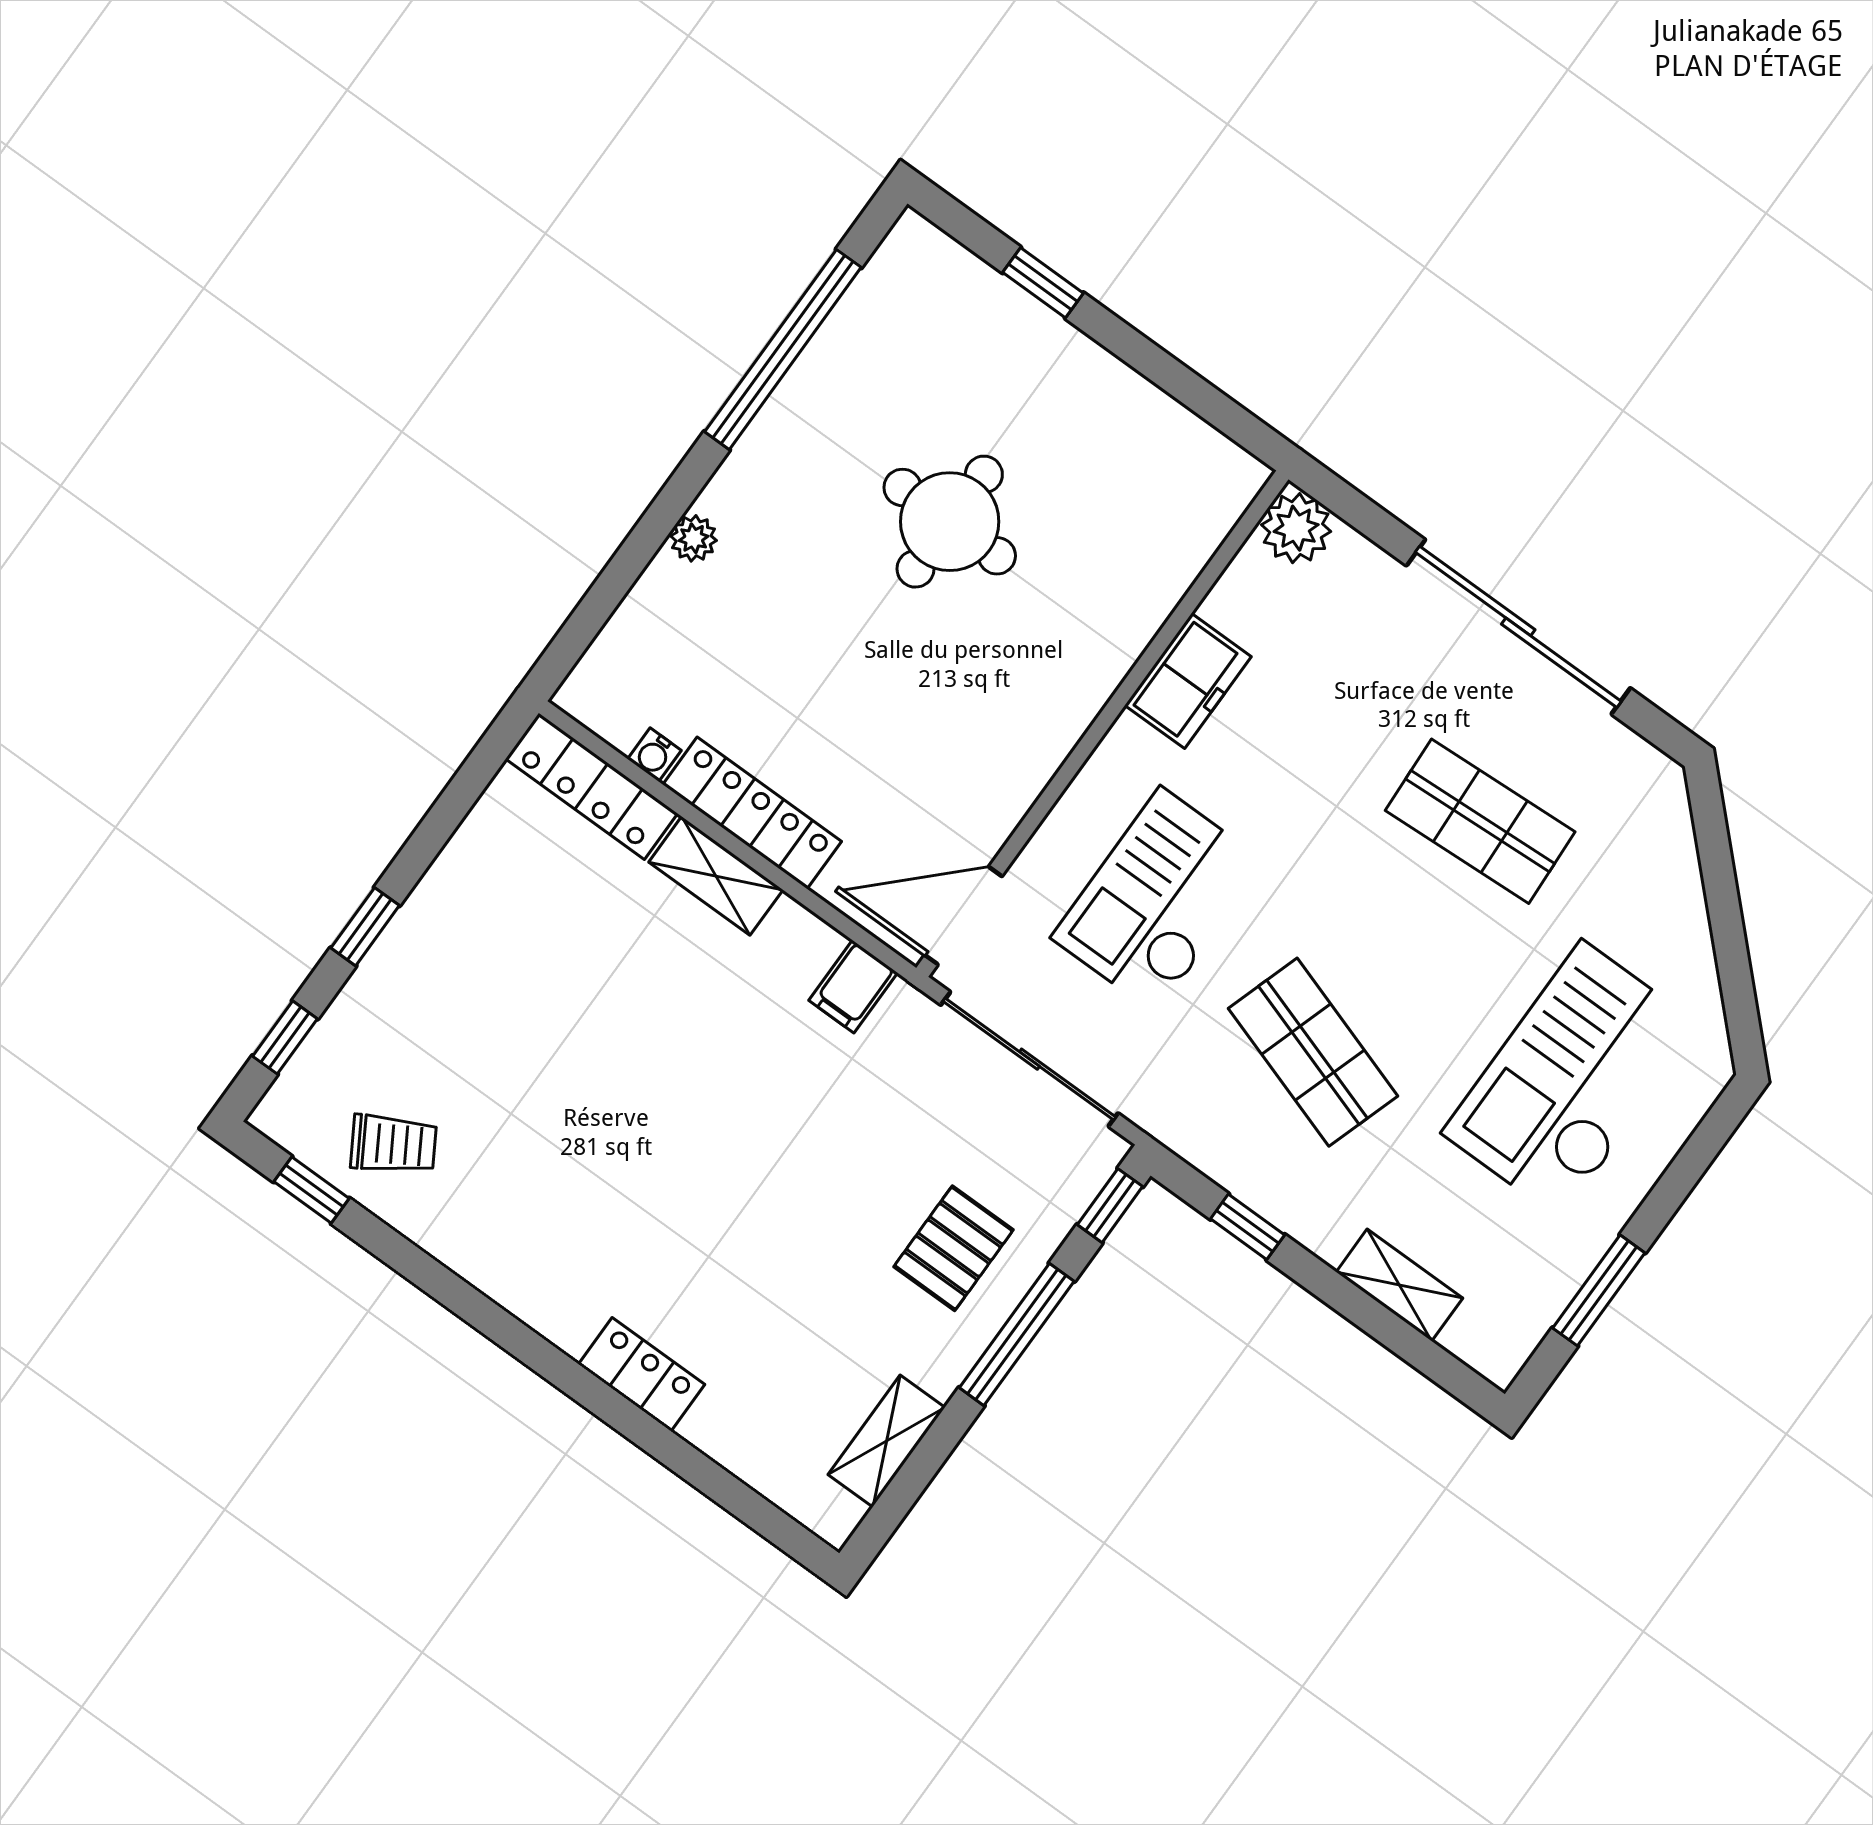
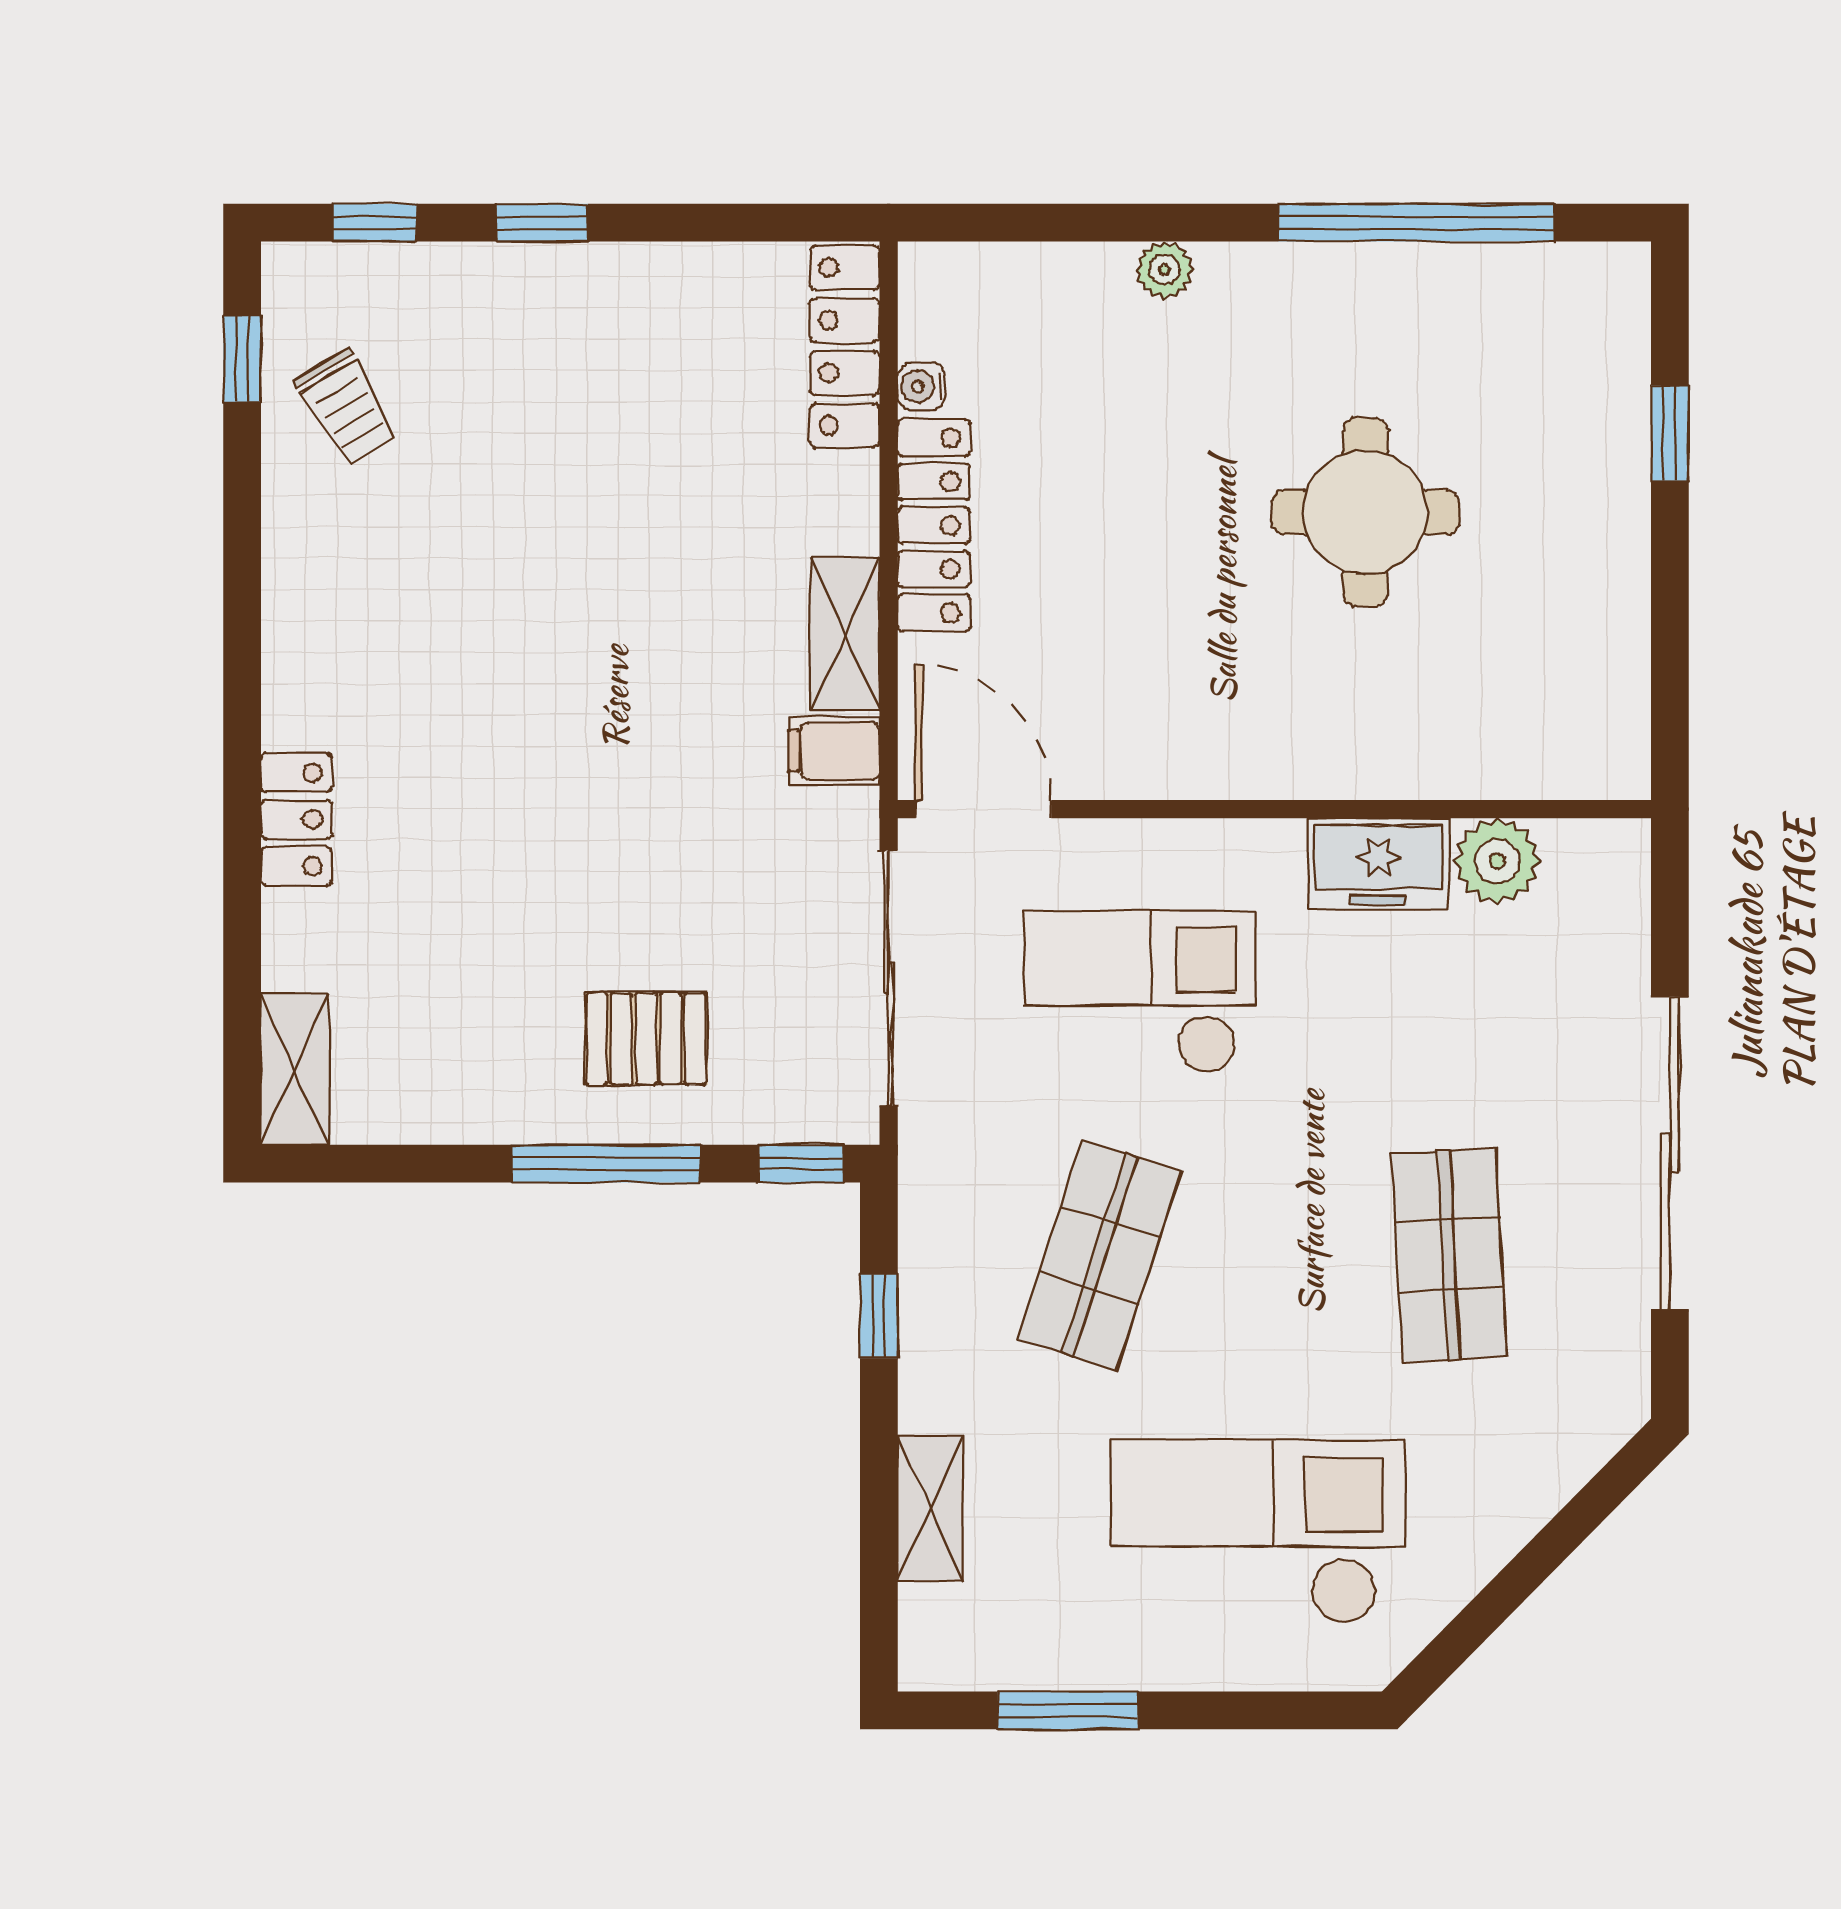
plant: (1296, 528) -> (1497, 861), moved
shelving: (716, 876) -> (845, 634), moved
shelving: (887, 1441) -> (295, 1069), moved, turned 90

